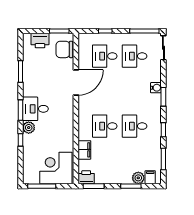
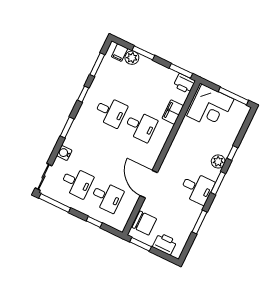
door: (76, 83) -> (149, 184), hinge flipped
water cooler: (156, 88) -> (64, 153), moved
desk: (35, 109) -> (197, 188), moved

